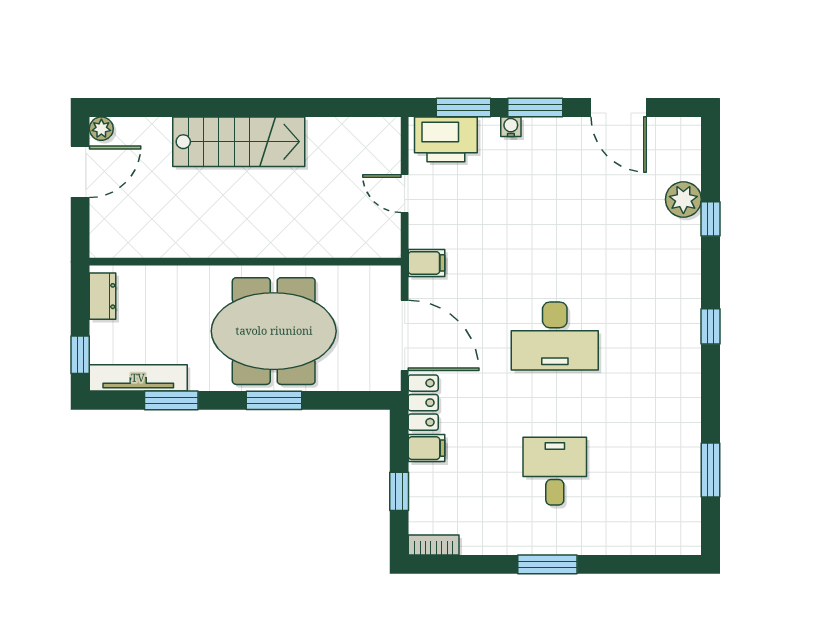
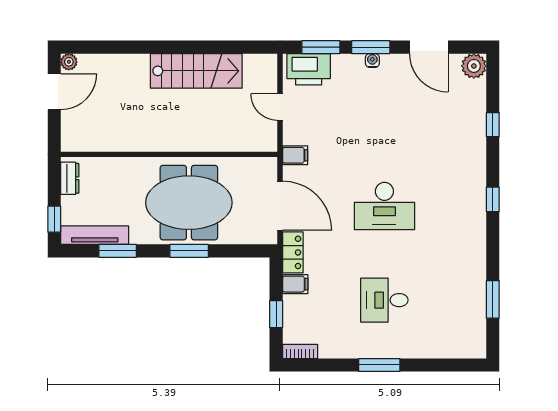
water cooler: (511, 127) -> (372, 60), moved
stairs: (239, 142) -> (196, 71), moved
plant: (683, 199) -> (474, 66), moved
desk: (555, 471) -> (384, 300), turned -90

